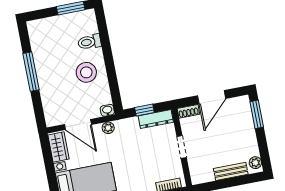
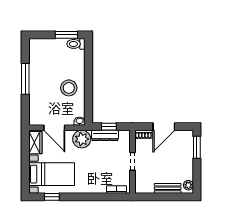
toilet: (89, 42) -> (76, 44), moved
dresser: (156, 119) -> (105, 135), moved
plant: (108, 128) -> (82, 139), width x1.88, depth x1.88

